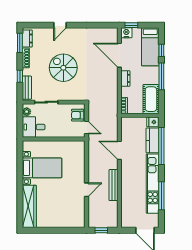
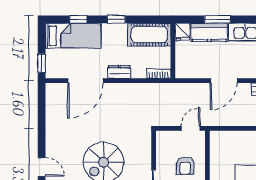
nightstand: (126, 33) -> (53, 70), removed
window: (161, 76) -> (116, 19), width x0.46
armchair: (78, 115) -> (185, 166), moved
window: (161, 146) -> (218, 19), width x0.47

